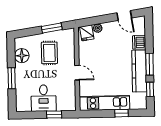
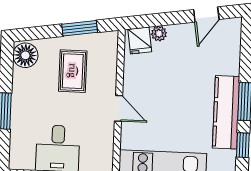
door: (124, 15) -> (206, 14), hinge flipped
dishwasher: (139, 42) -> (229, 63), removed
floor lamp: (22, 56) -> (25, 55), moved

